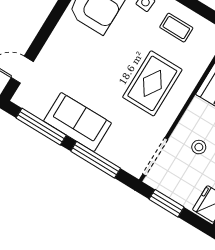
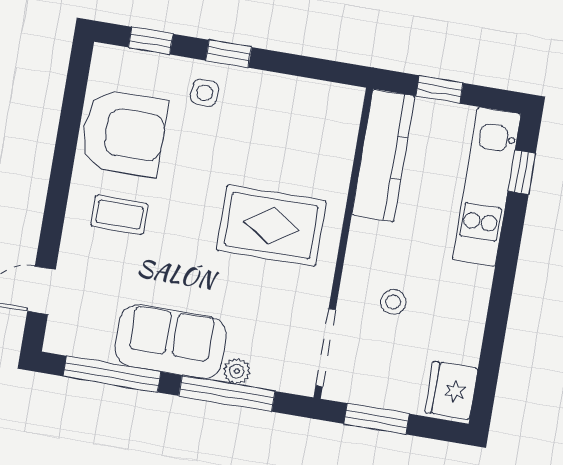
coffee table: (176, 28) -> (119, 215), moved
rug: (152, 83) -> (271, 225), turned 90
plant: (105, 150) -> (237, 371), added

